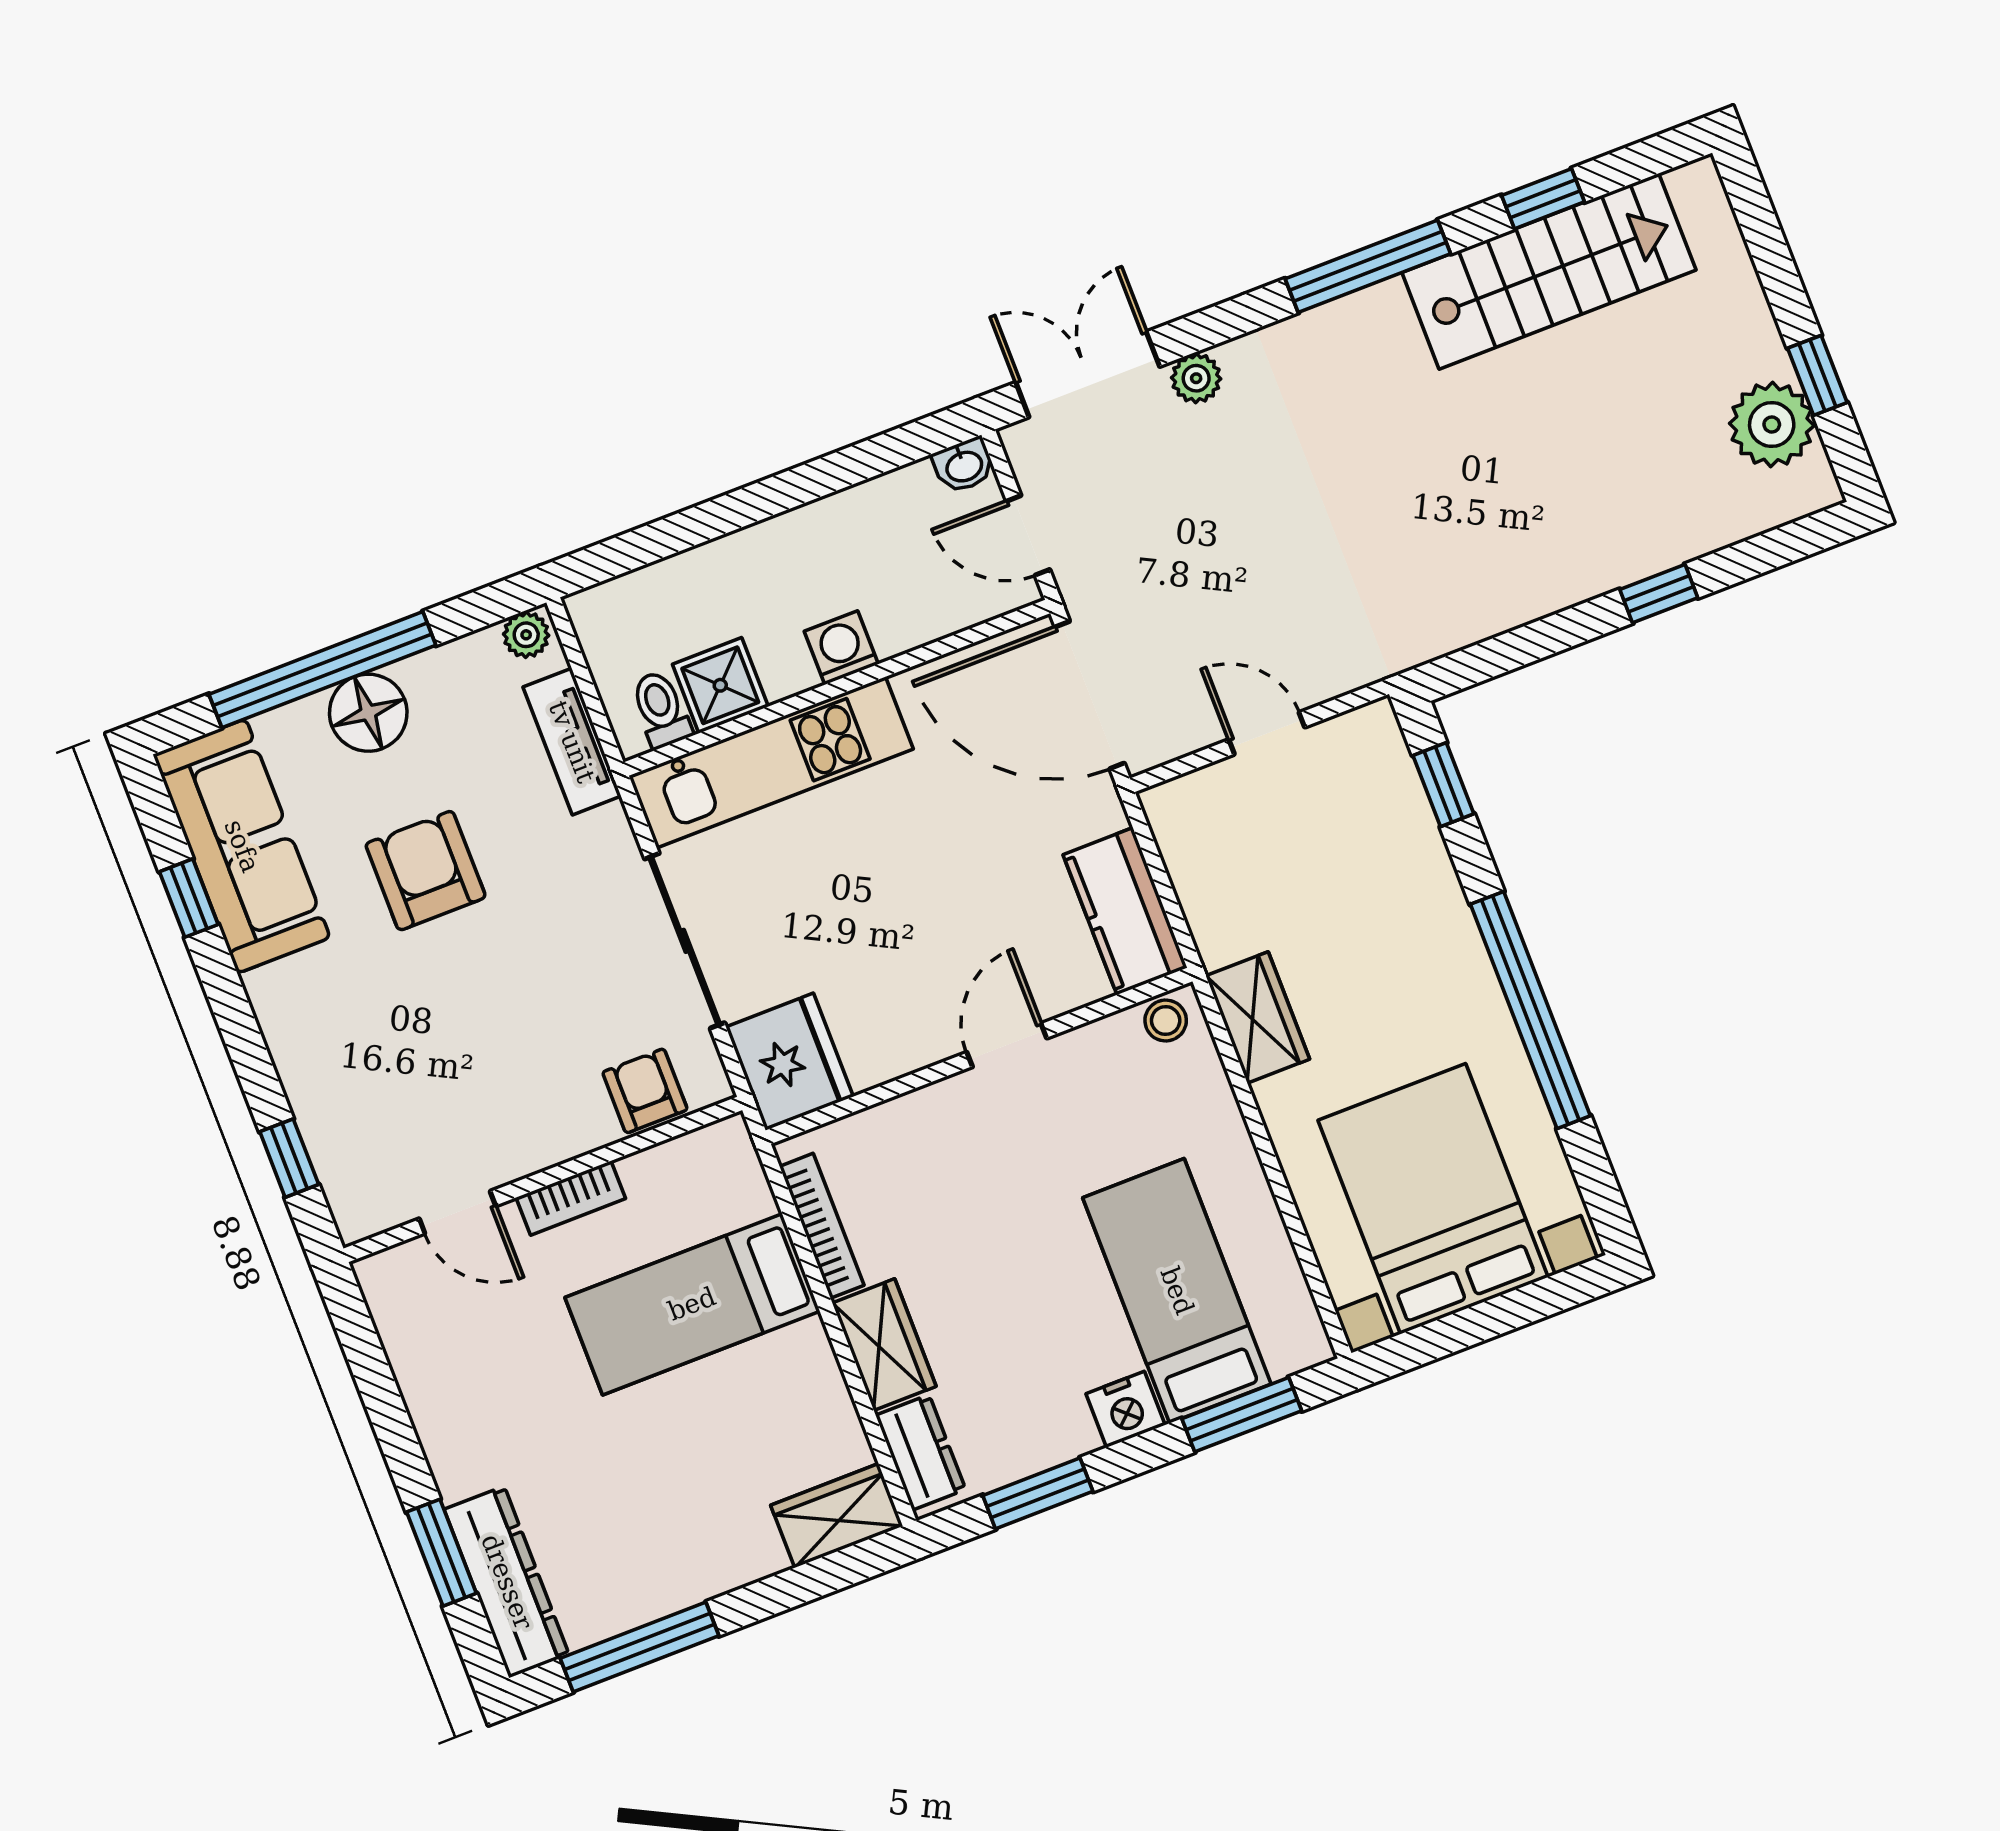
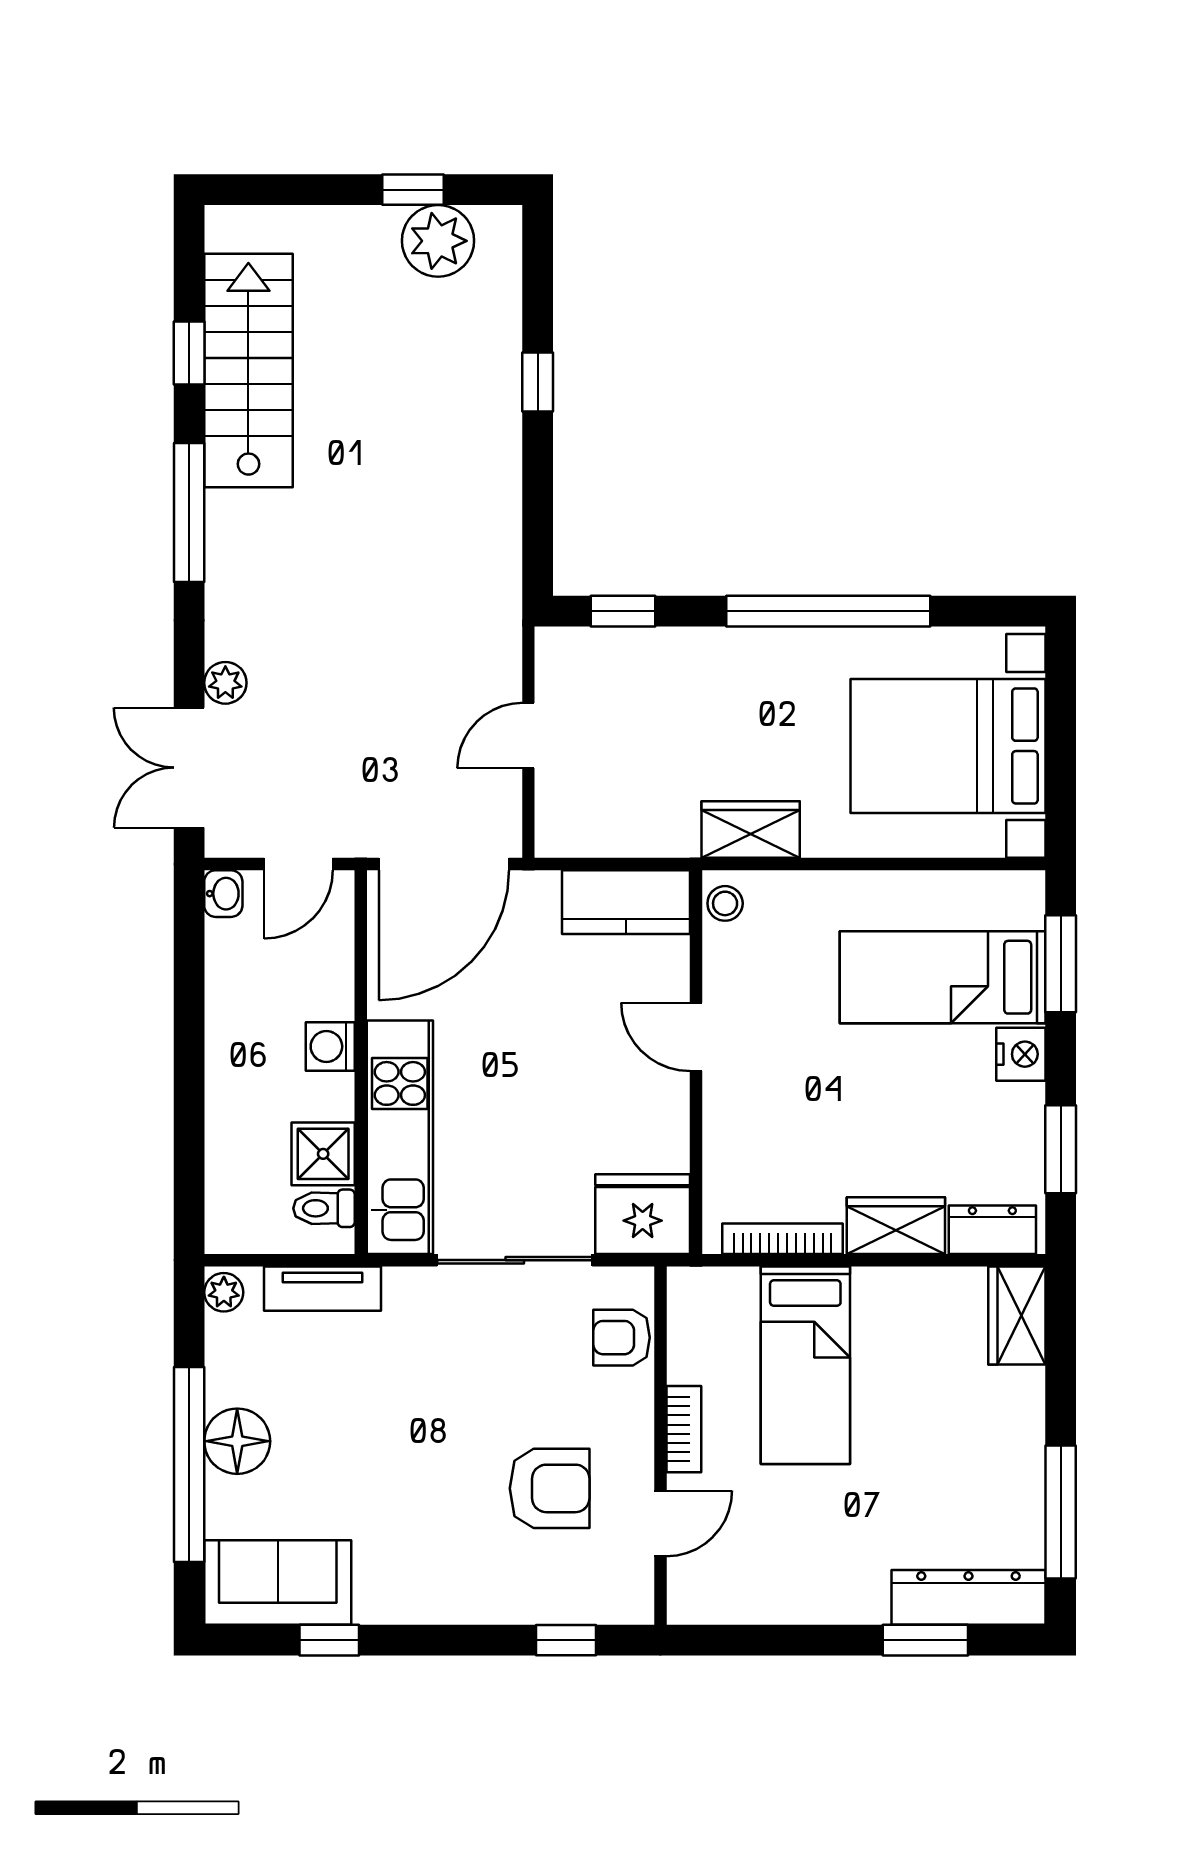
sofa: (242, 846) -> (278, 1582), width x0.73
armchair: (426, 871) -> (550, 1488), moved, turned 180

